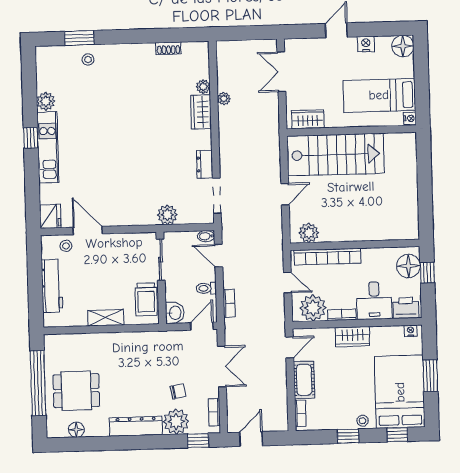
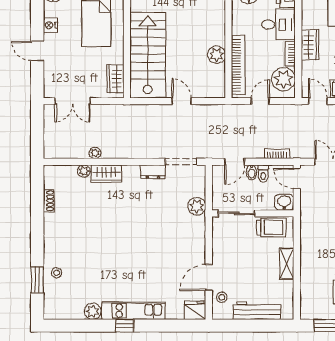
plant: (309, 233) -> (217, 55), moved
bidet: (206, 236) -> (251, 172), moved

